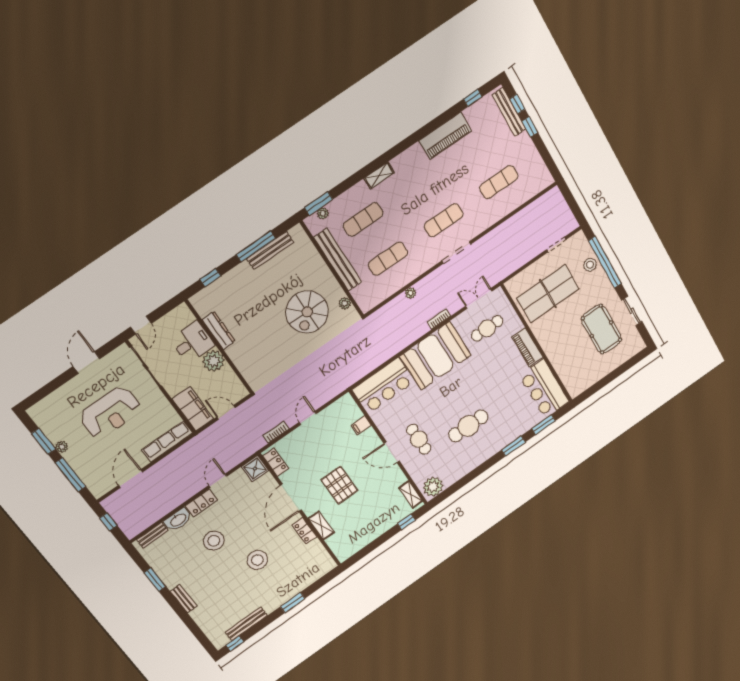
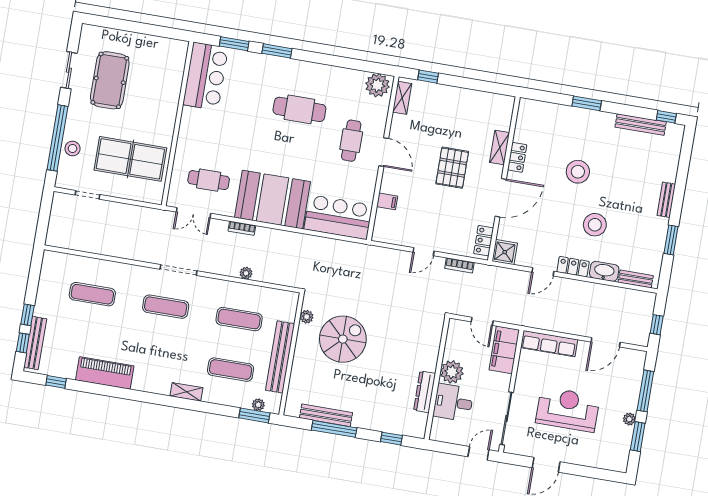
piano: (527, 347) -> (188, 129), removed

